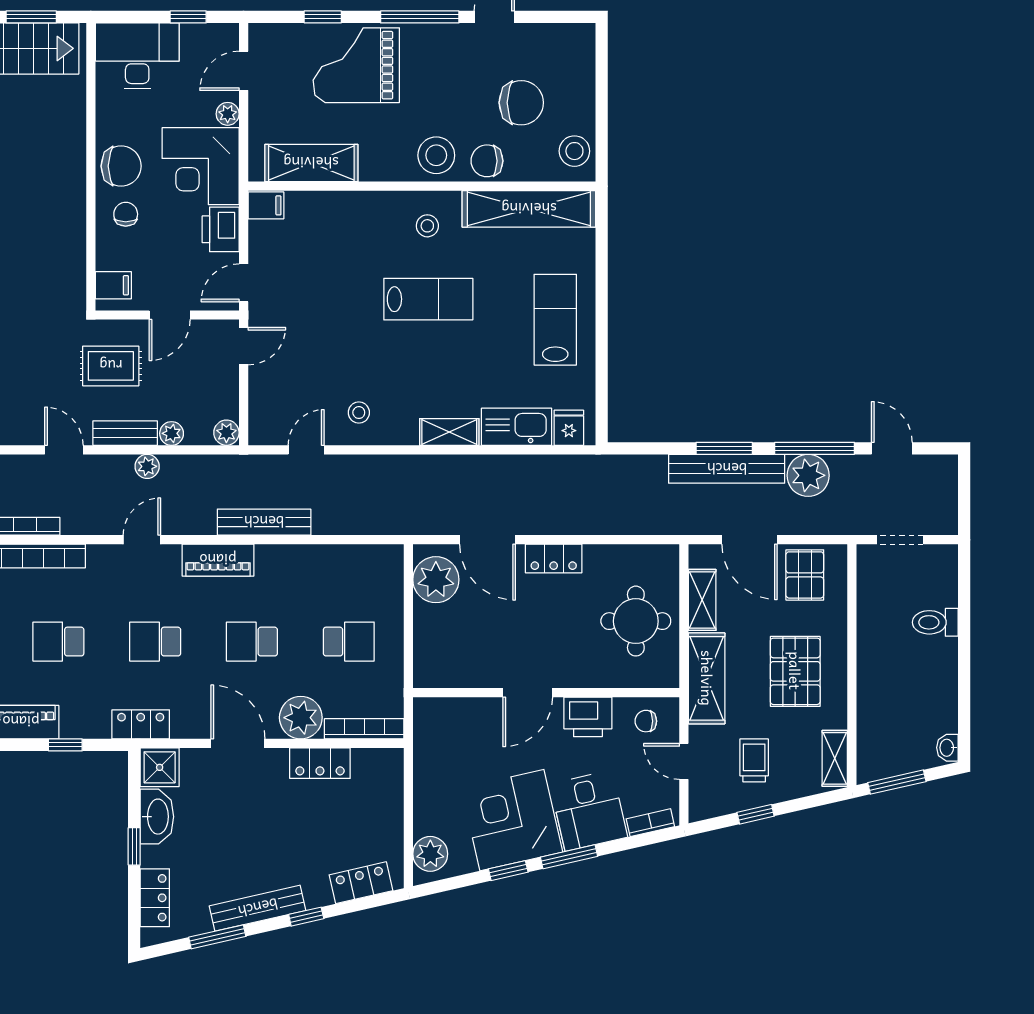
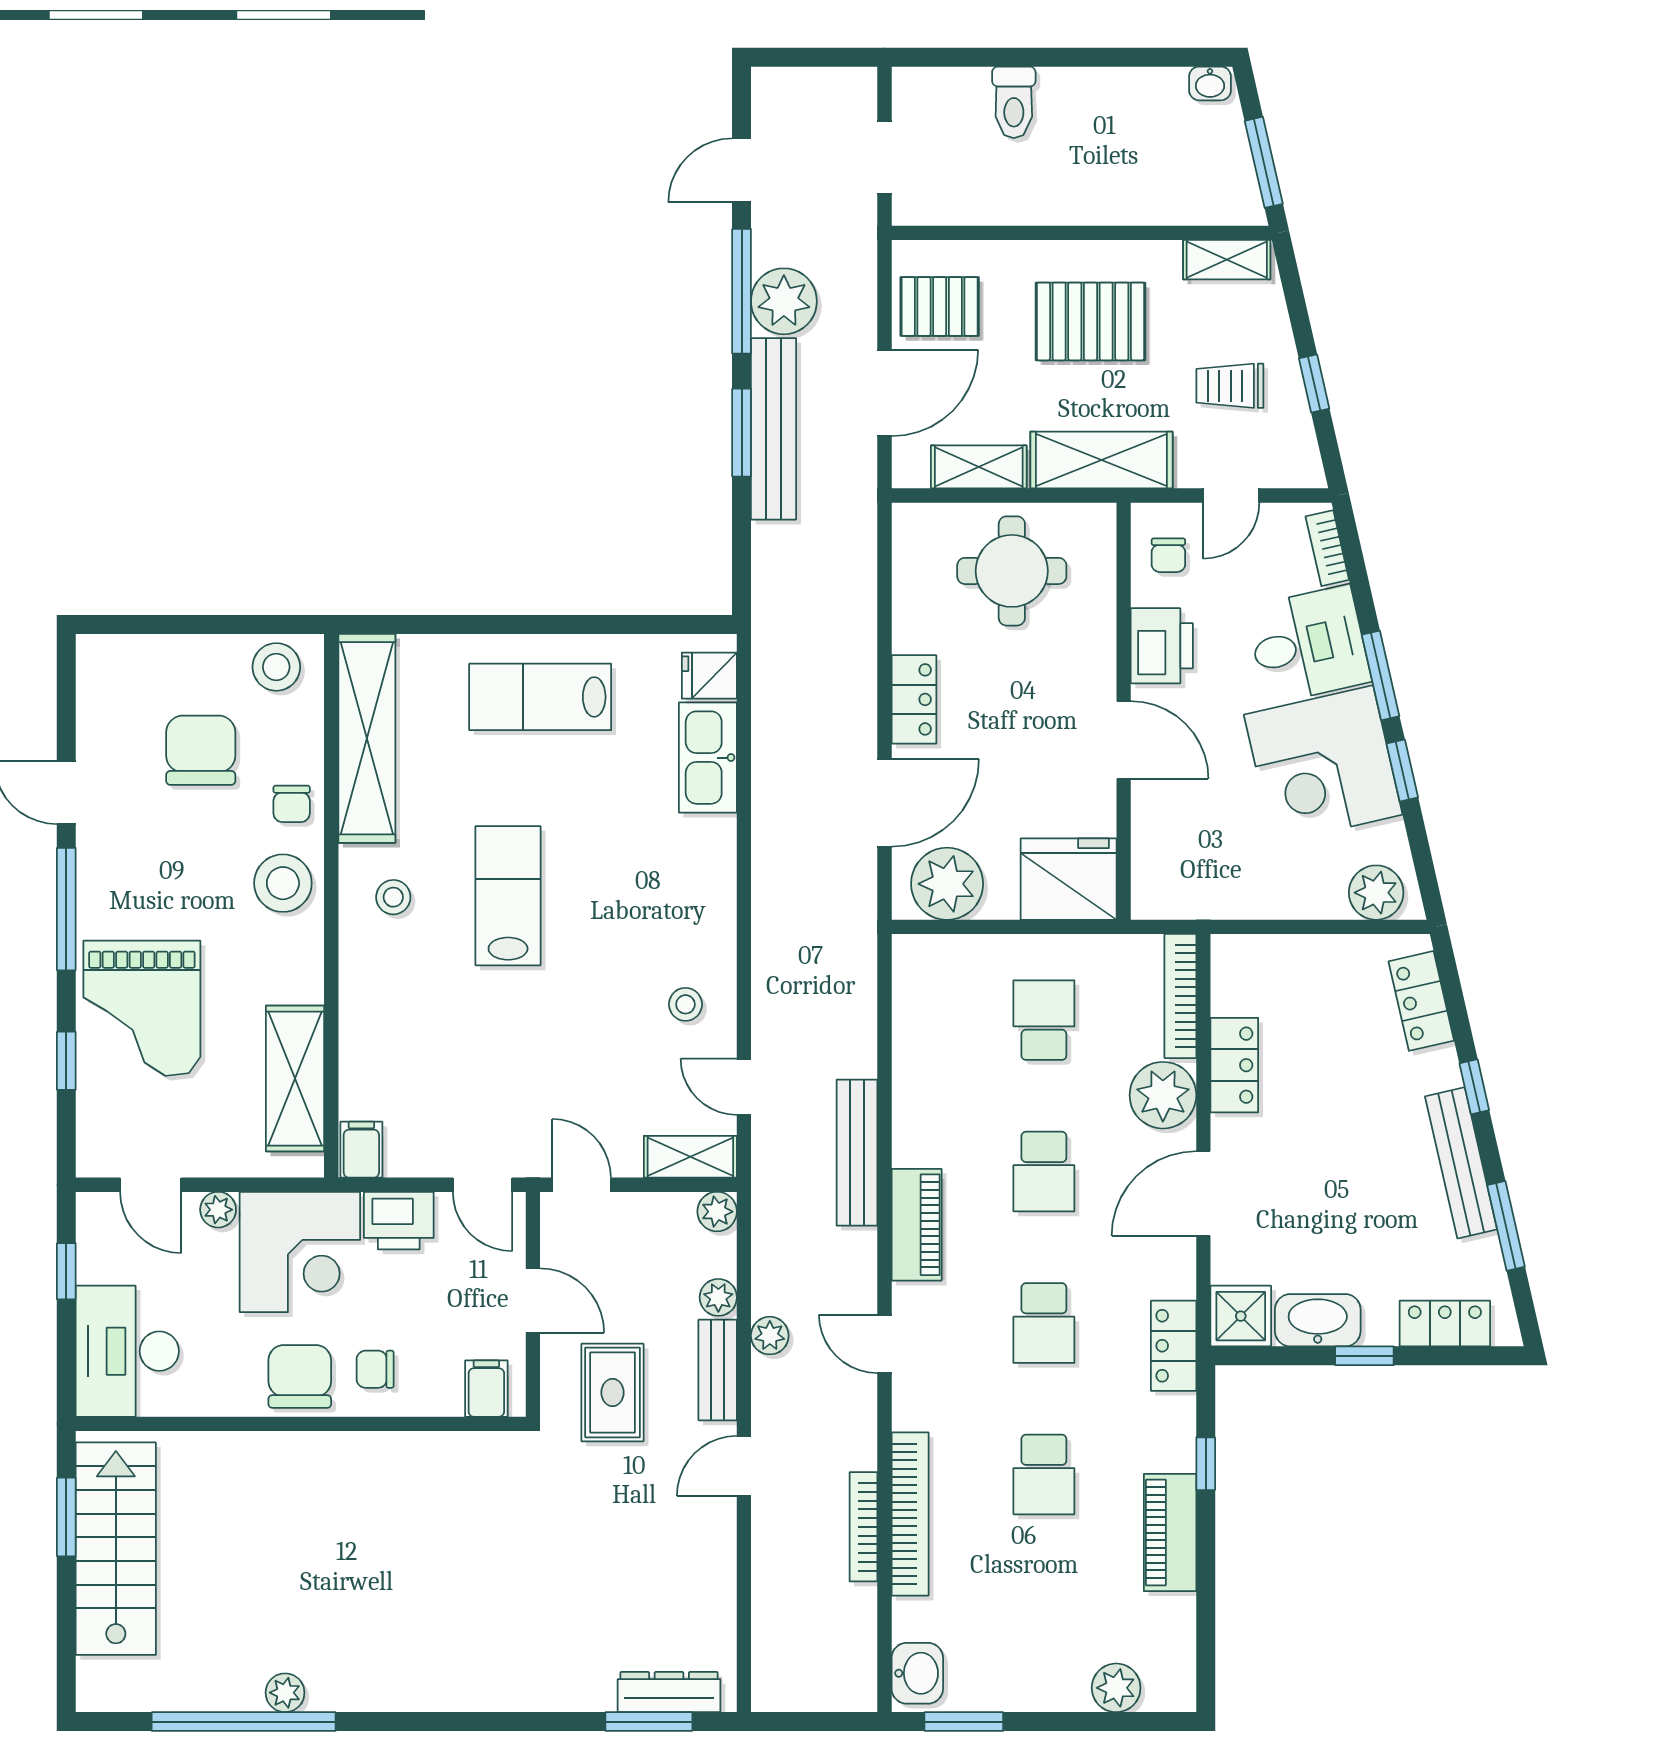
chair: (487, 161) -> (292, 804), width x0.73, depth x0.73
shelving: (449, 432) -> (690, 1157), moved, turned 90
fridge: (439, 657) -> (1069, 879), added

